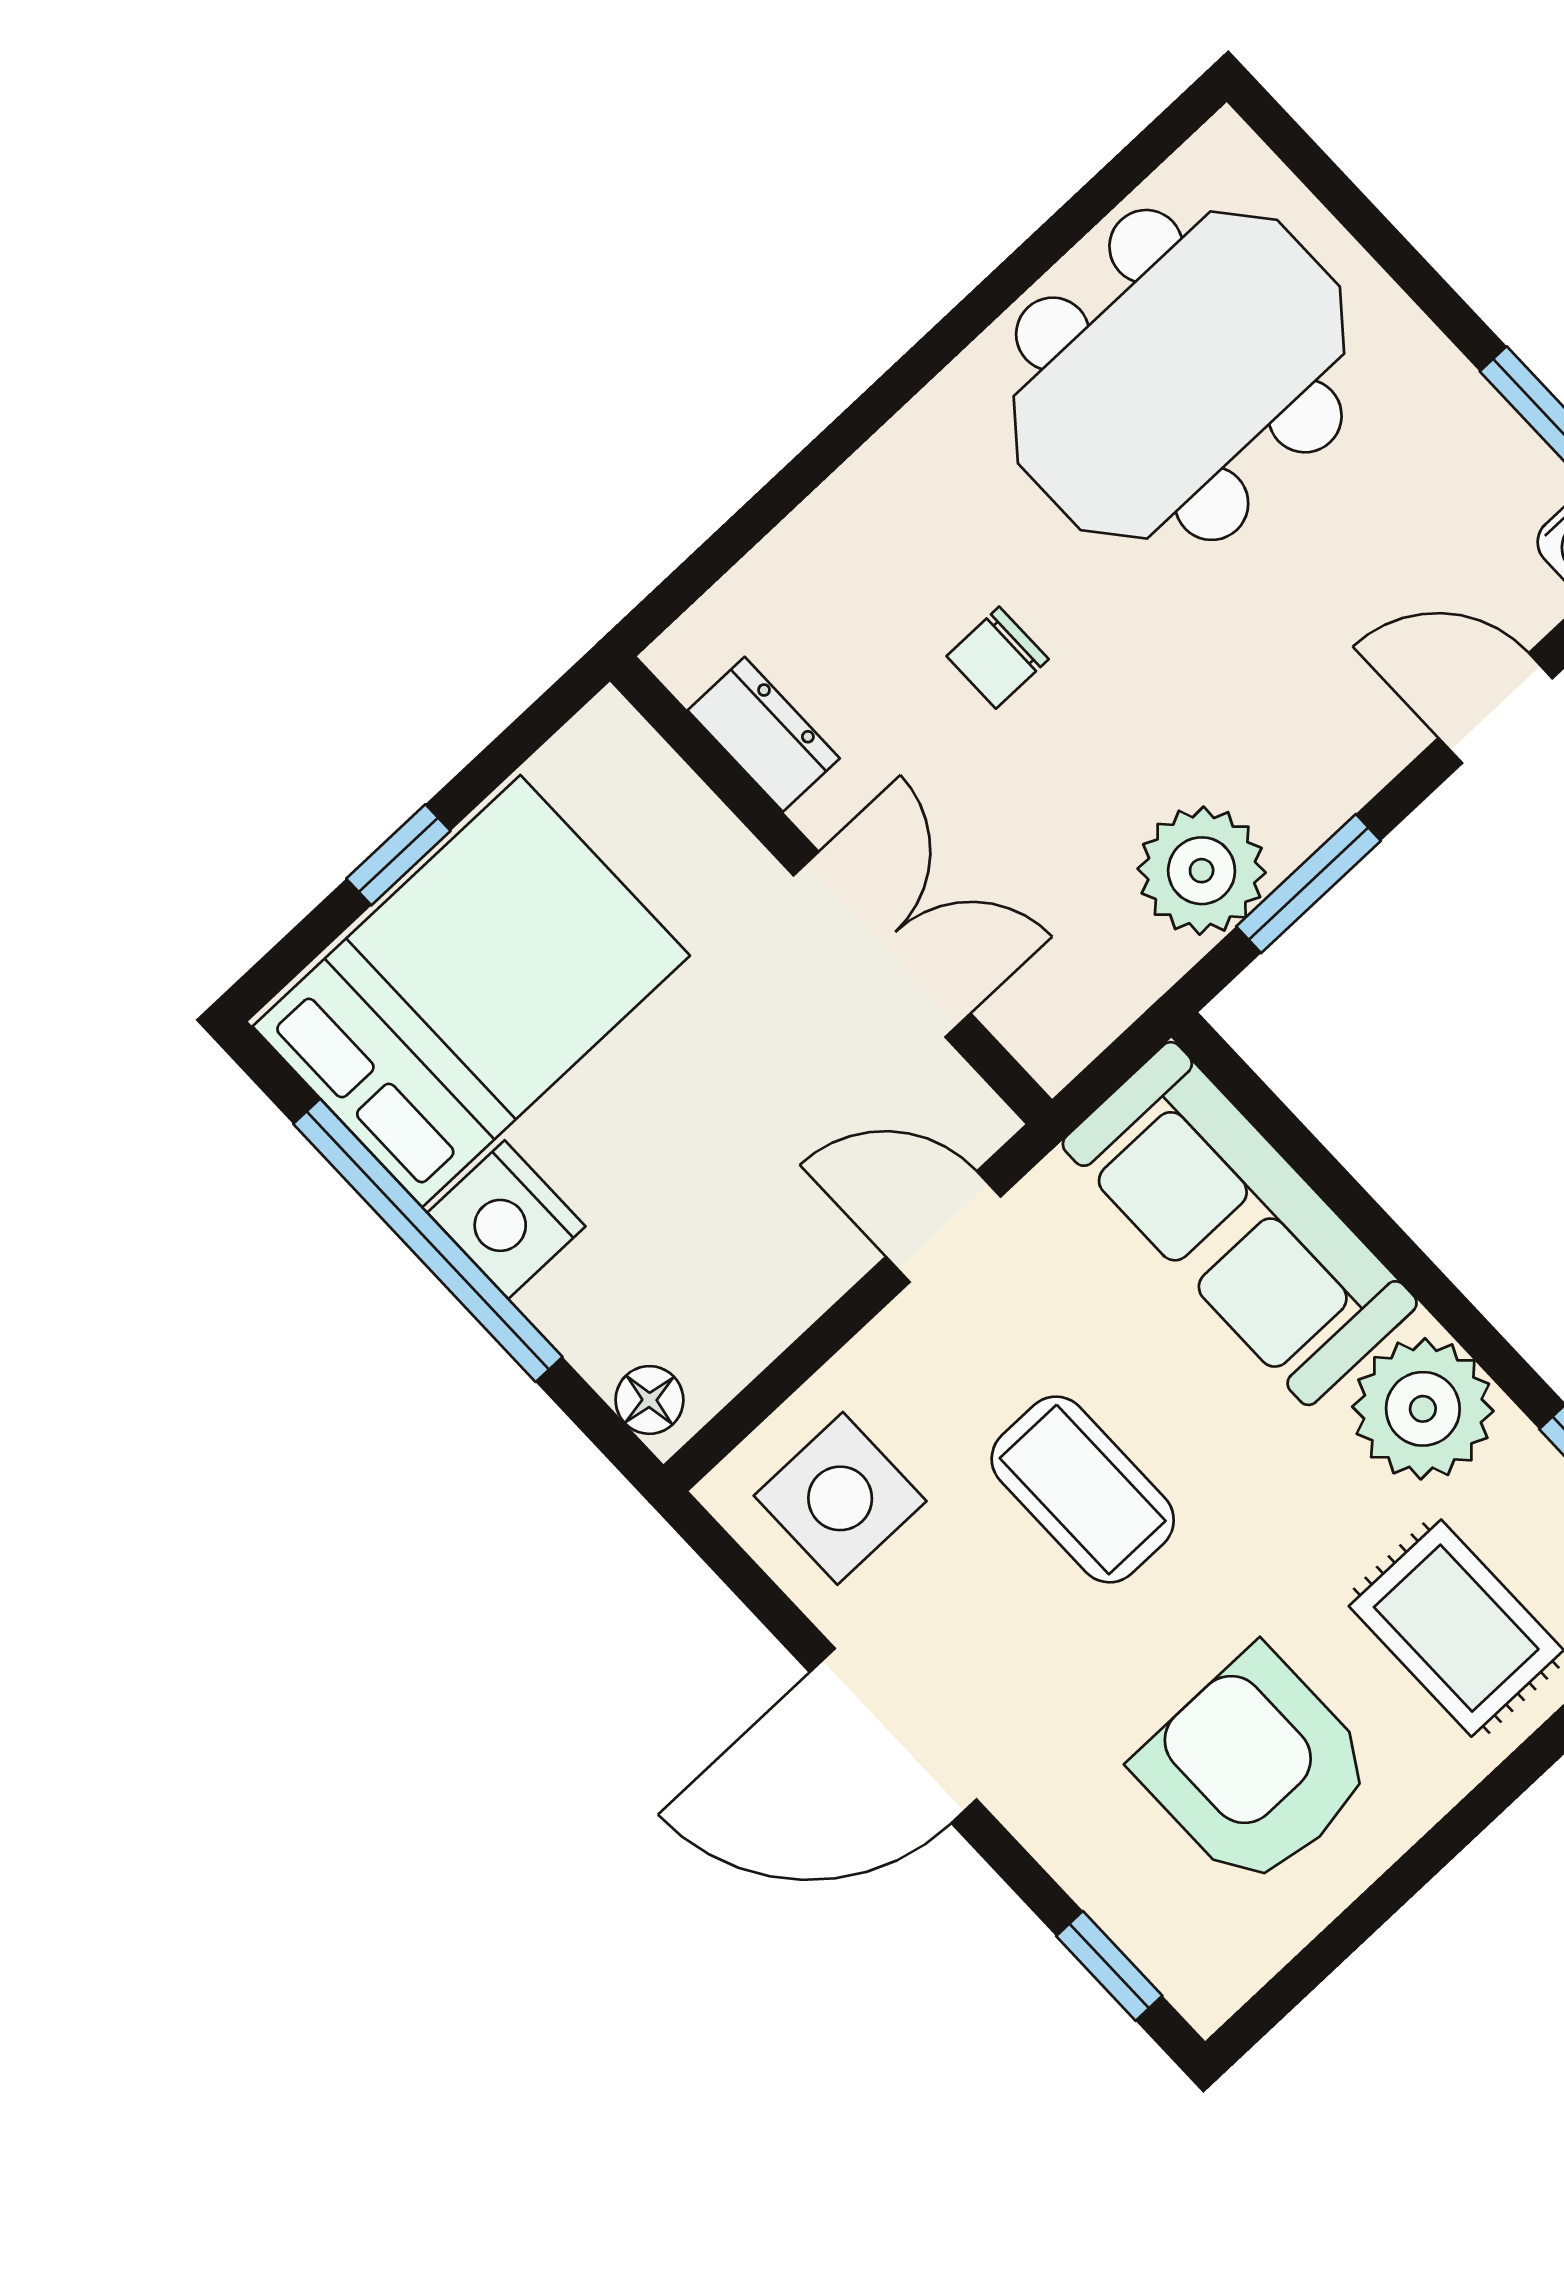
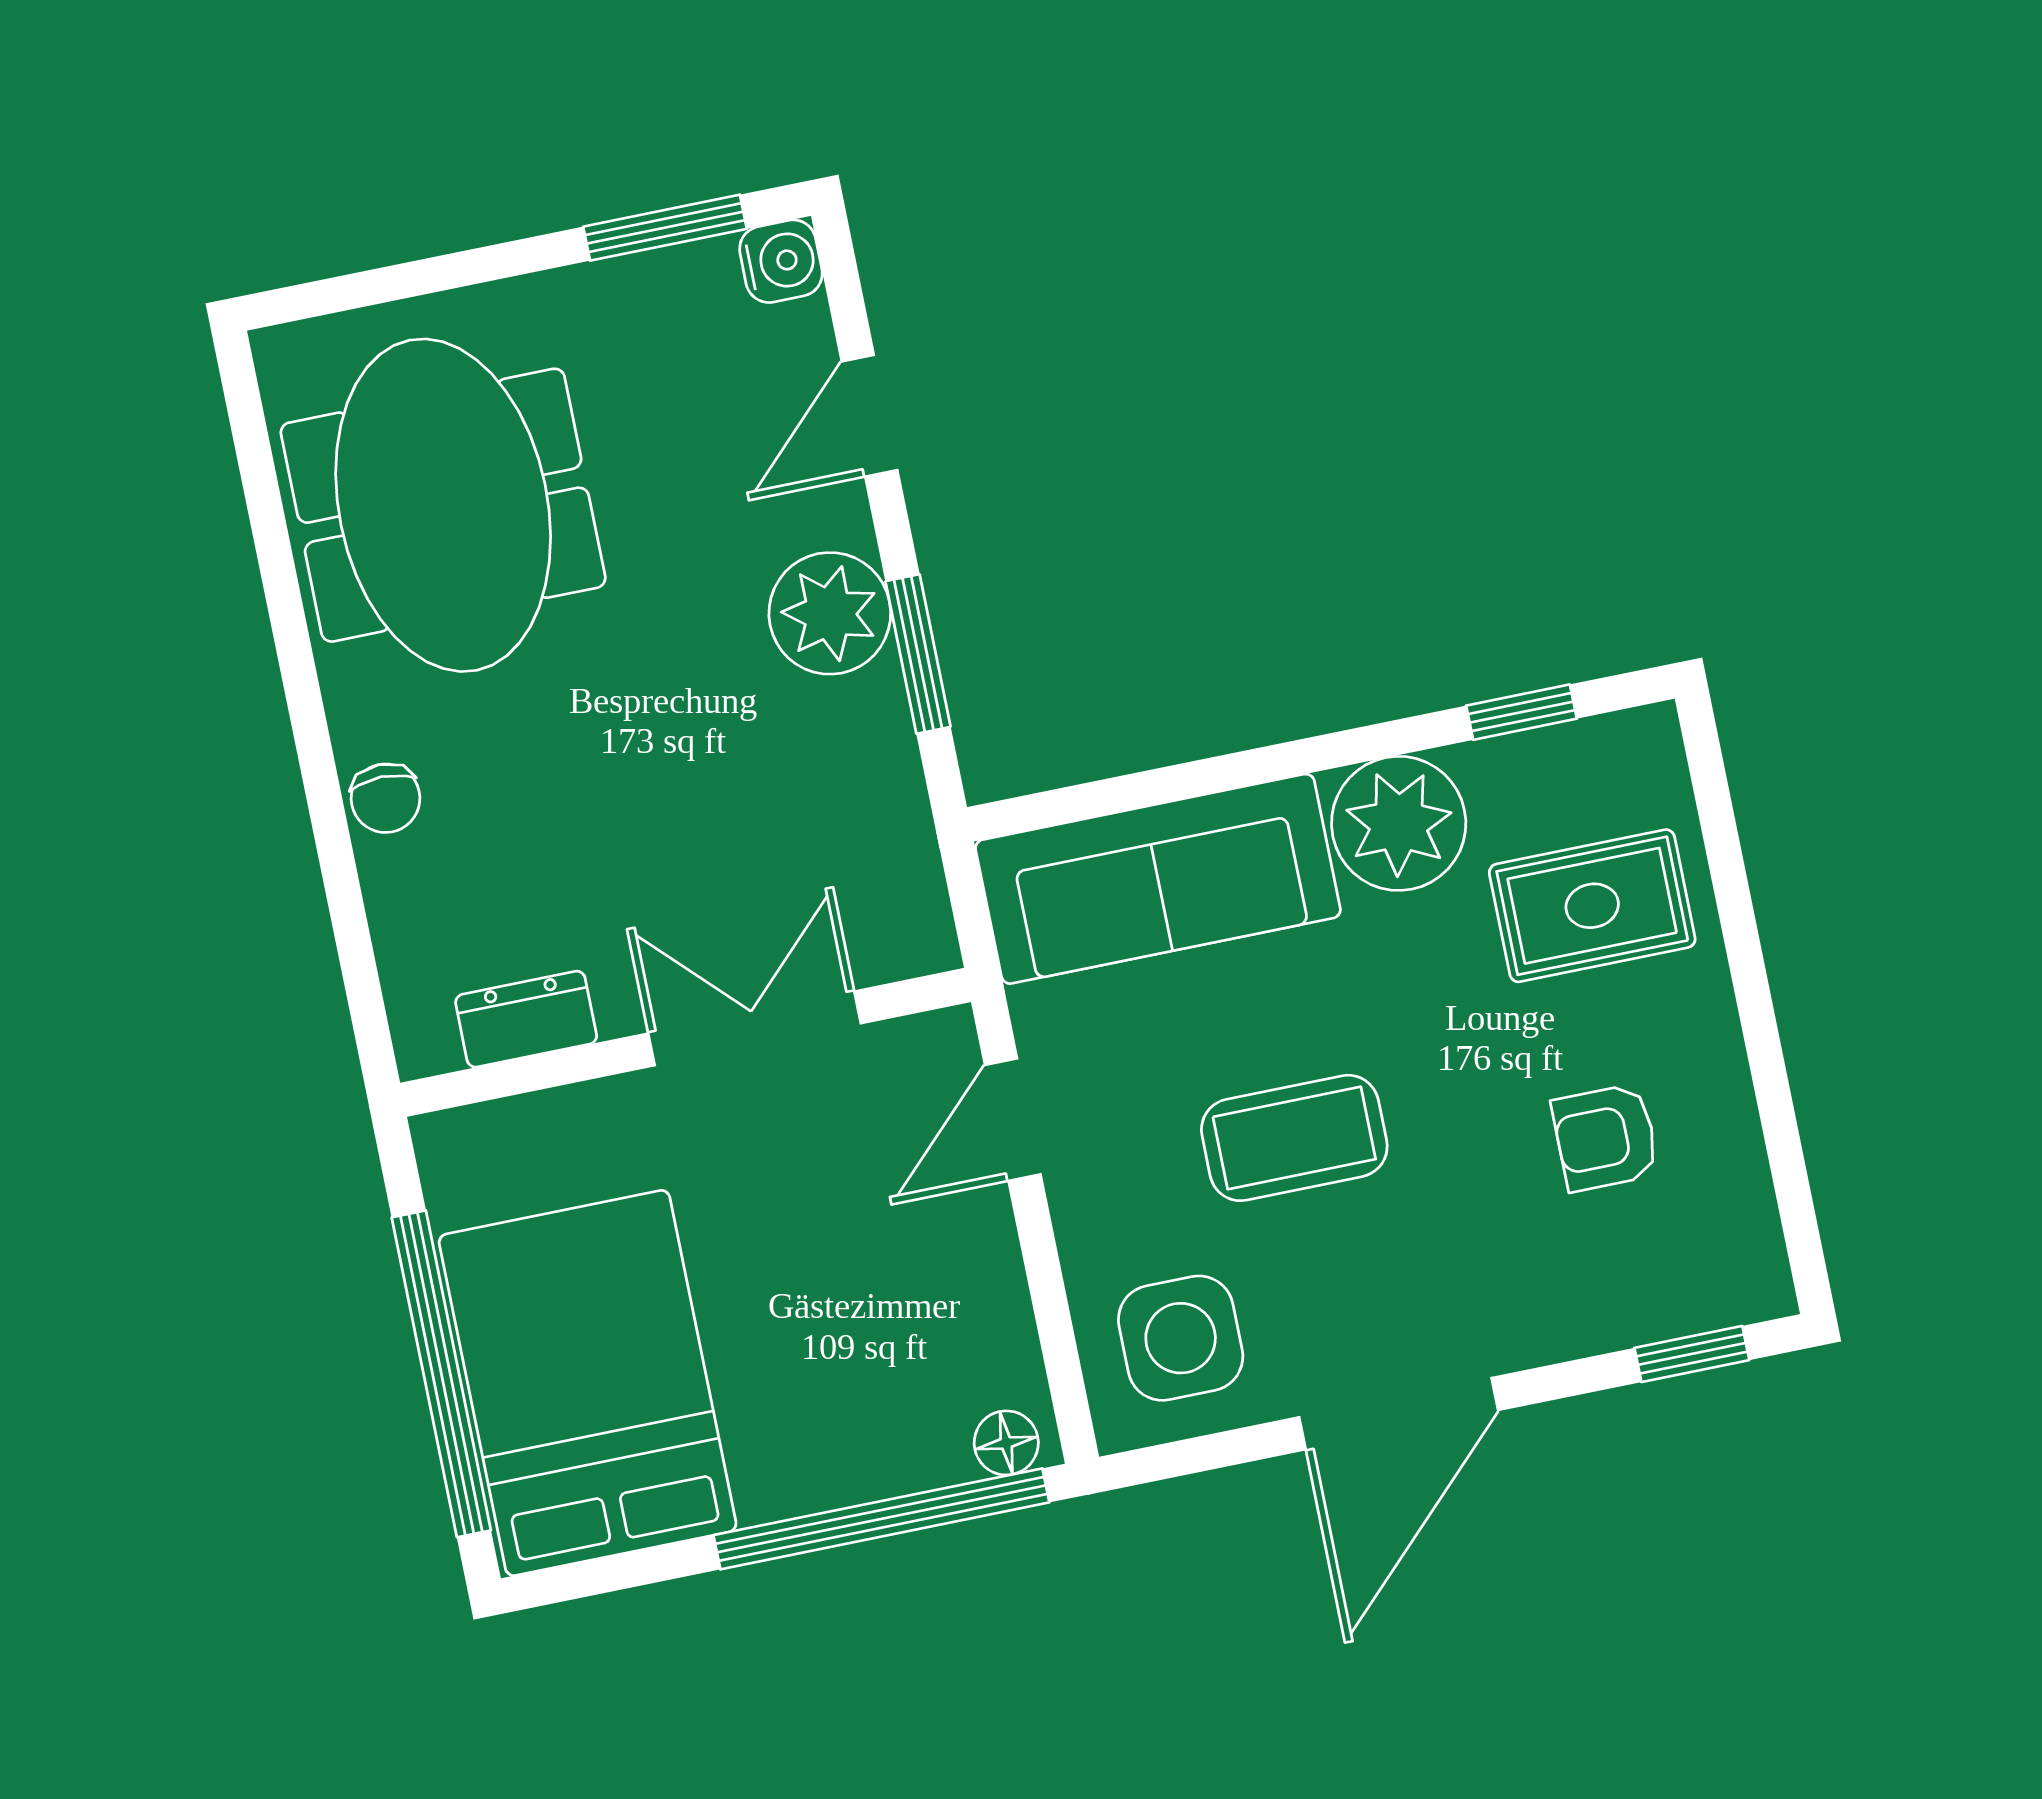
chair: (998, 658) -> (386, 798), moved
window: (398, 855) -> (441, 1374), width x3.17
plant: (1202, 871) -> (830, 613), moved
nightstand: (506, 1220) -> (789, 1468), removed
window: (428, 1240) -> (881, 1519), moved
armchair: (1256, 1769) -> (1606, 1137), width x0.53, depth x0.53

